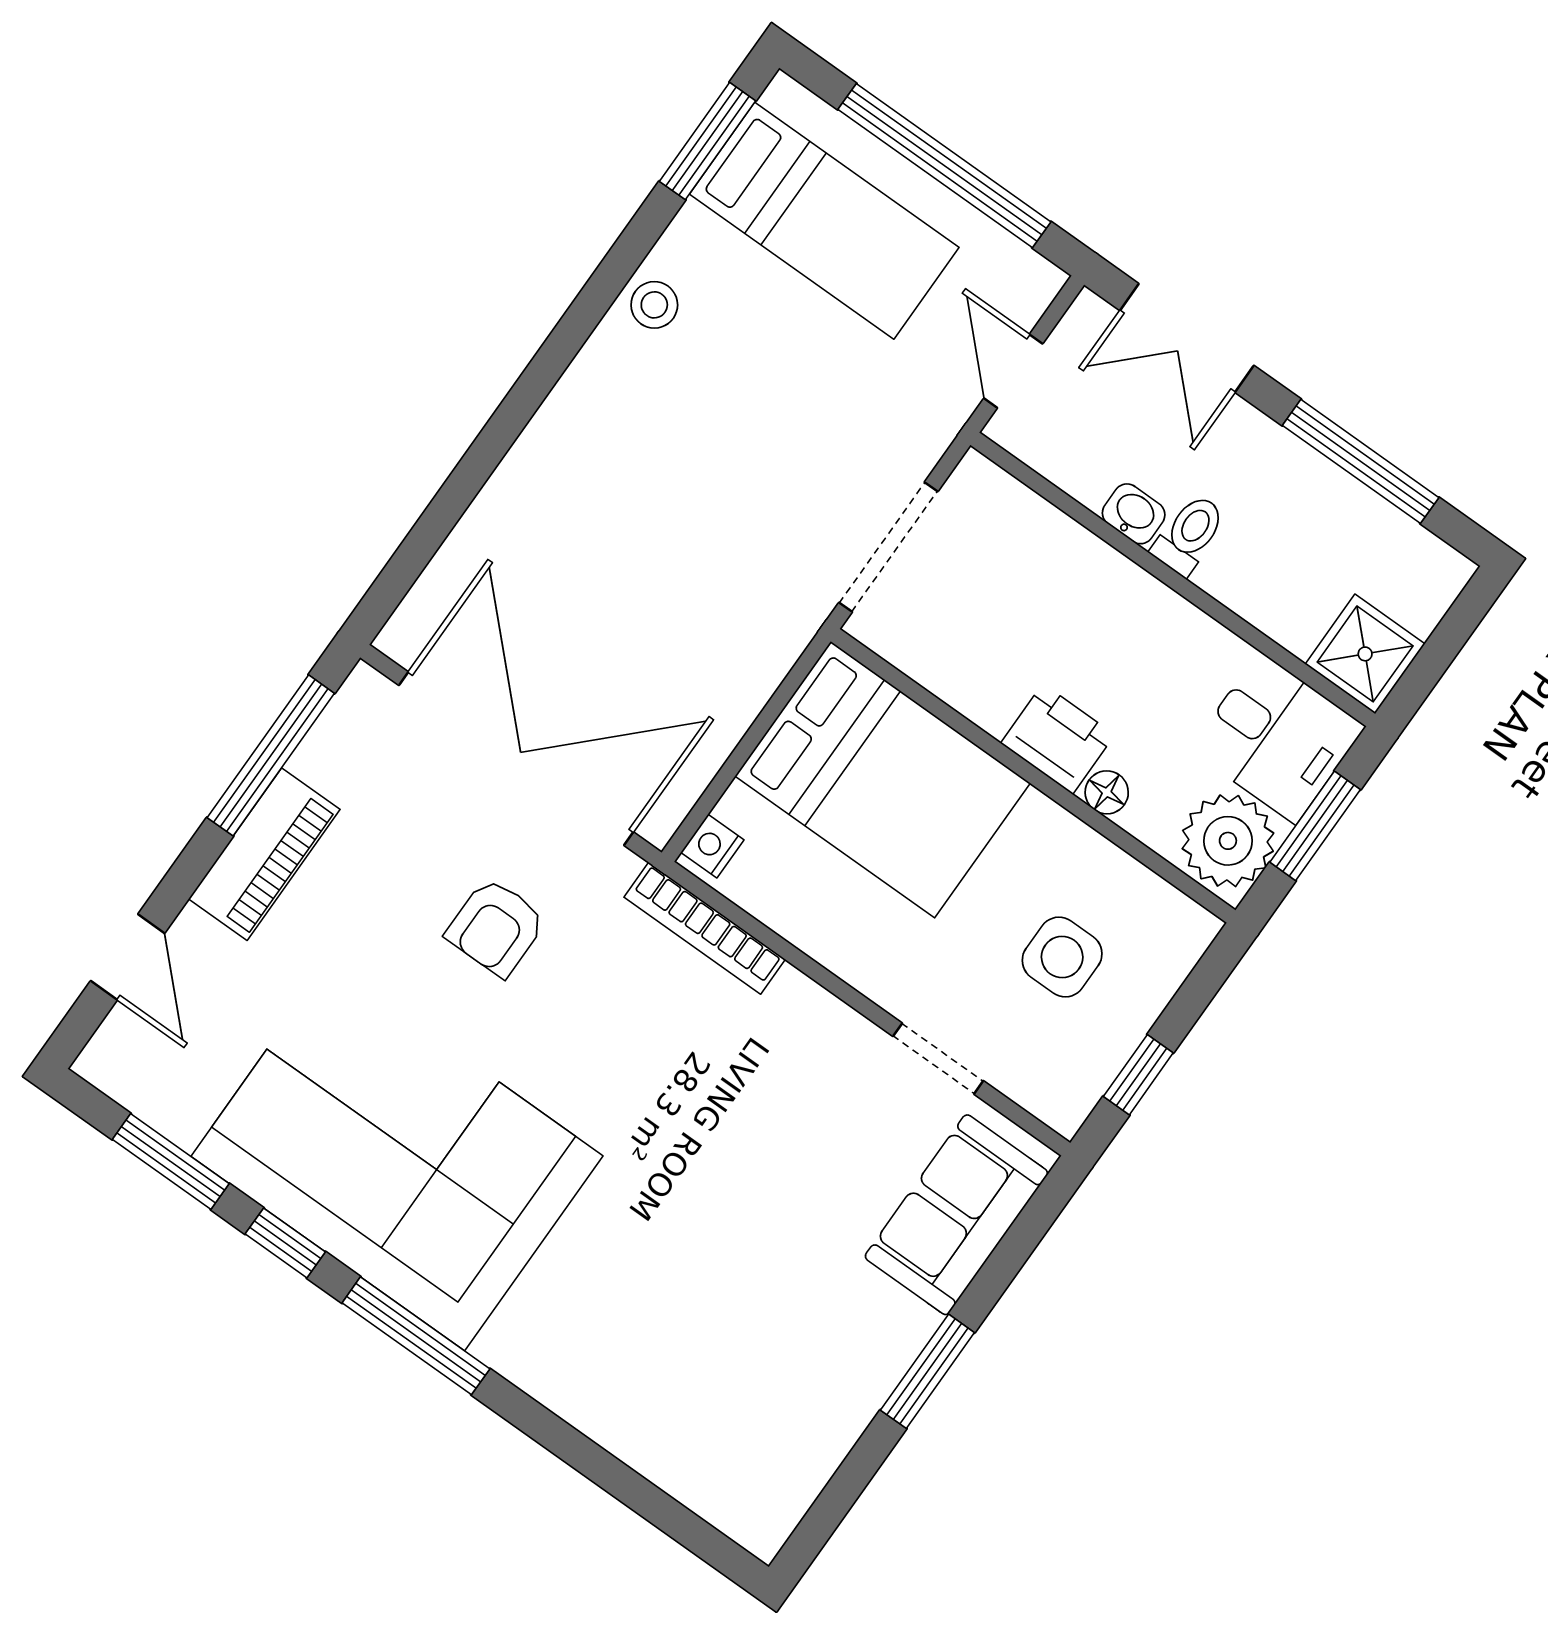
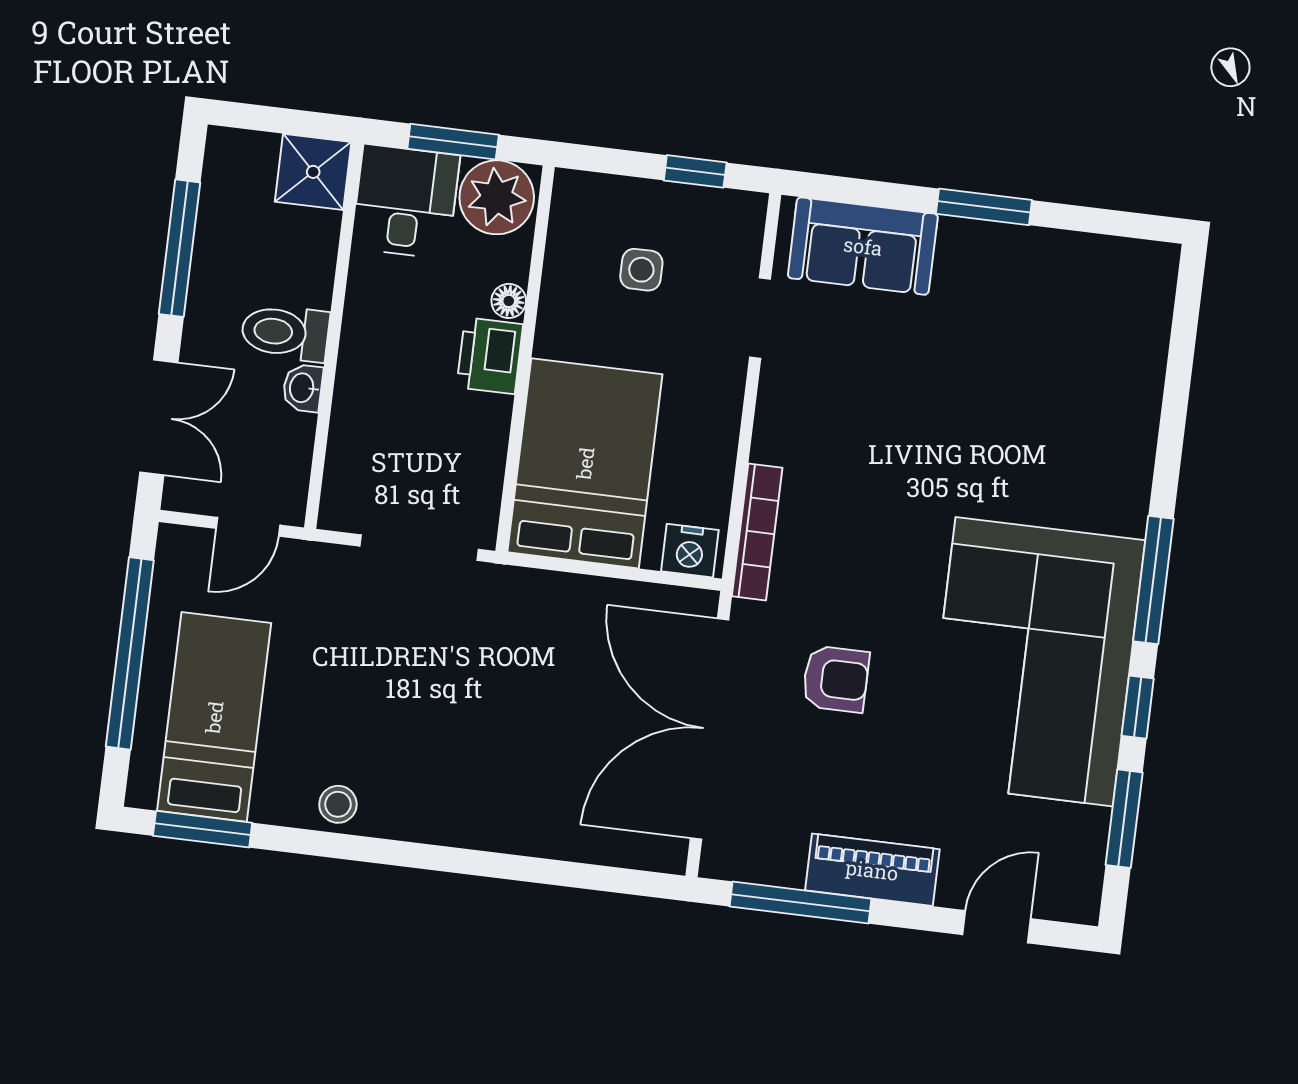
toilet: (1189, 534) -> (285, 333), width x1.37, depth x1.39
nightstand: (712, 846) -> (690, 551), width x1.39, depth x1.35
side table: (1062, 957) -> (641, 270), width x0.73, depth x0.73

